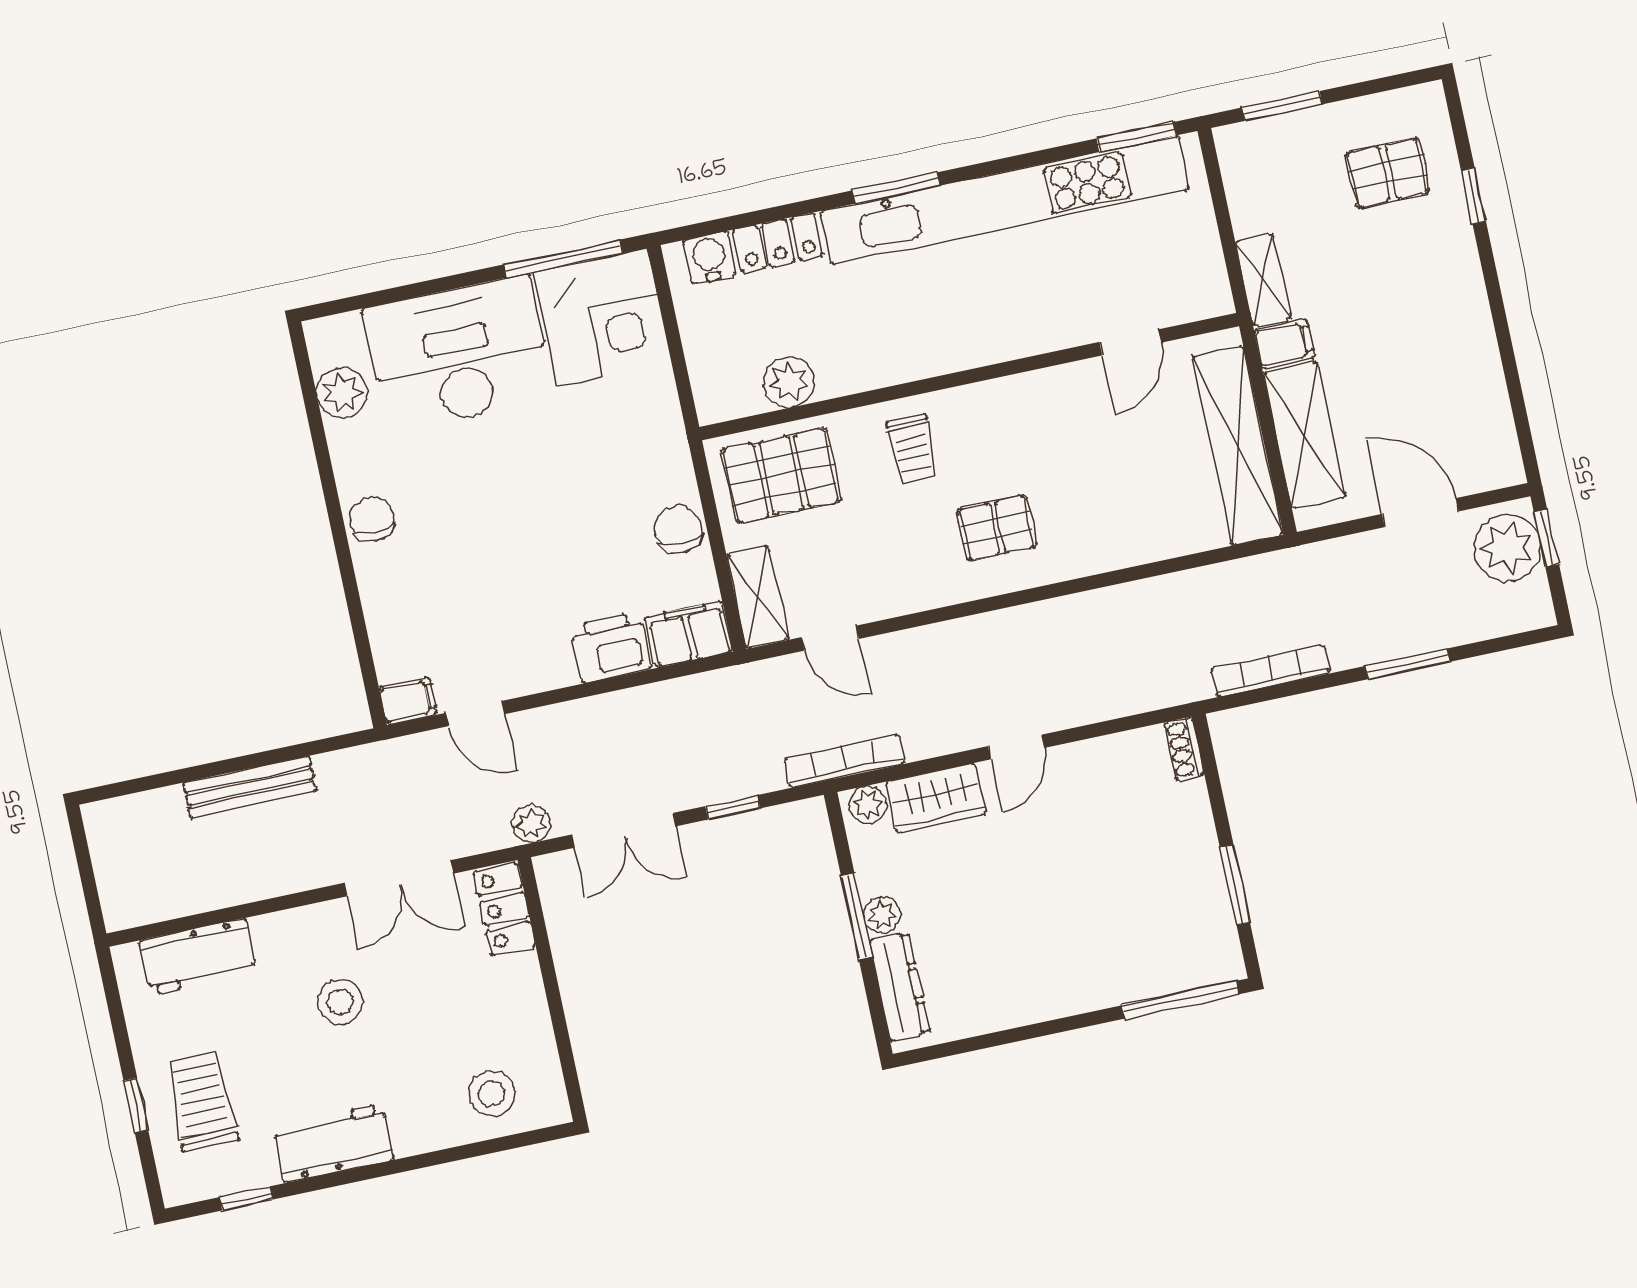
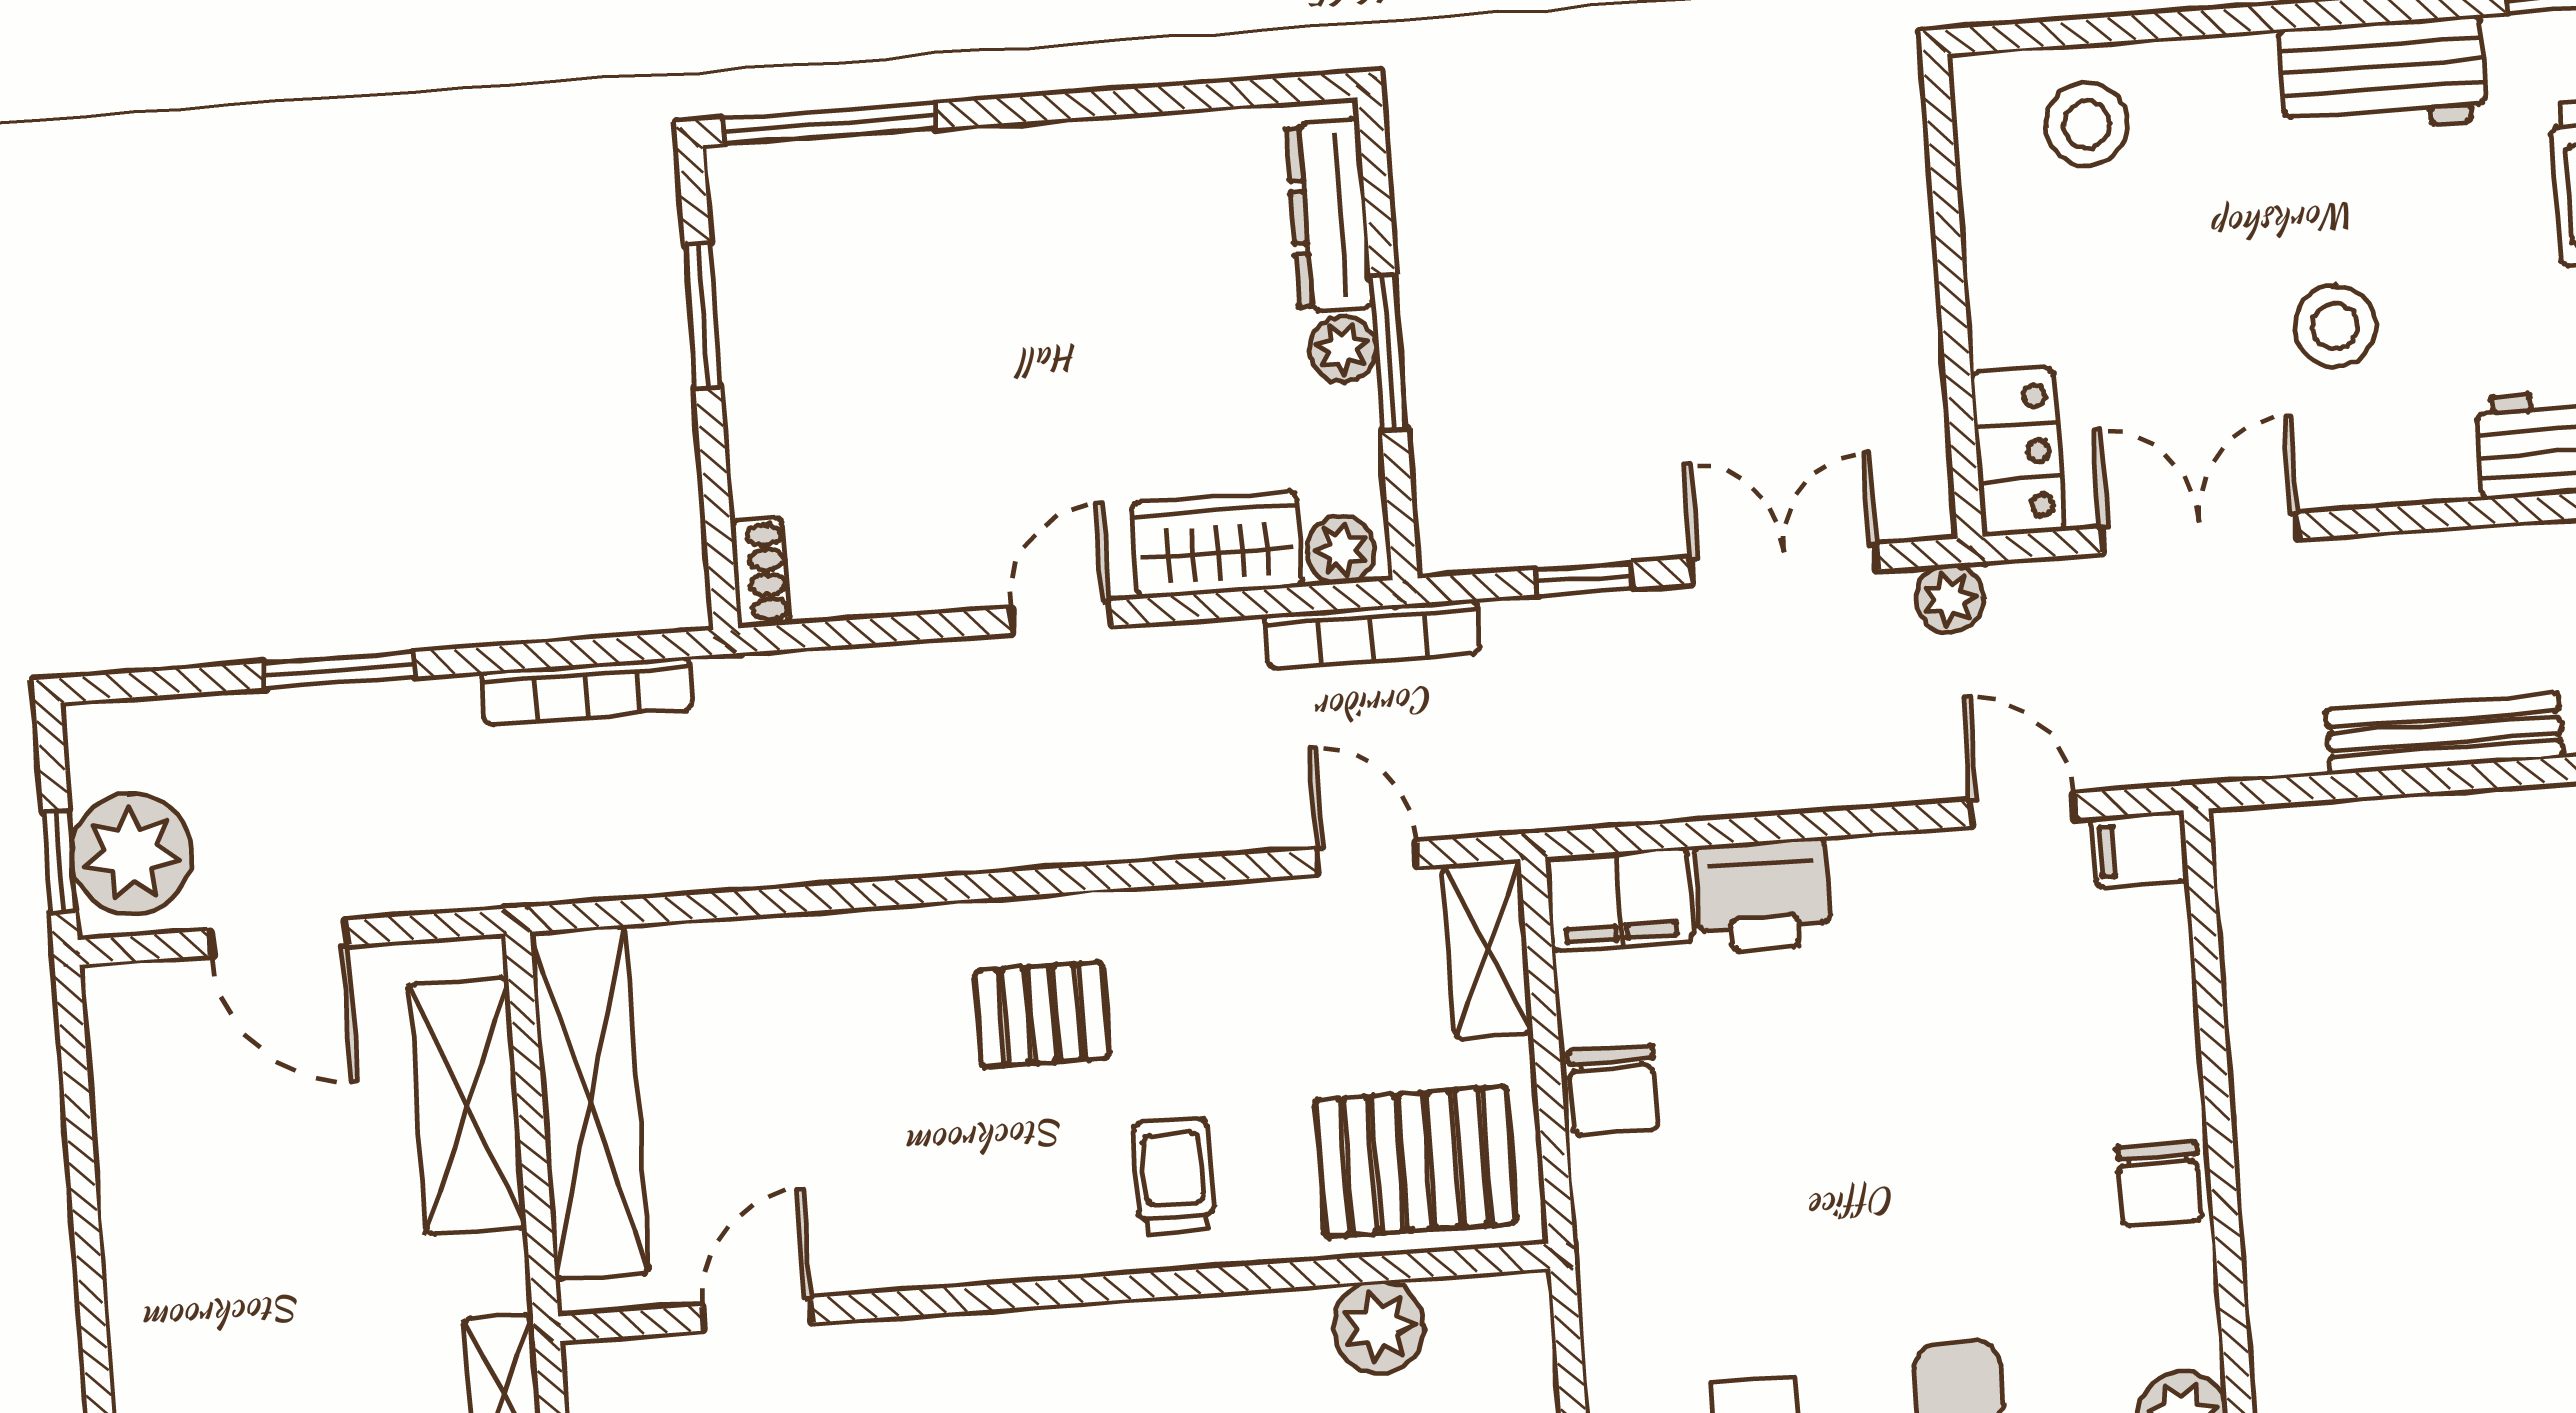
filing cabinet: (1284, 344) -> (481, 1274), removed

